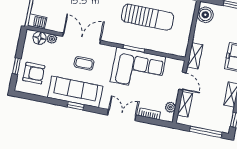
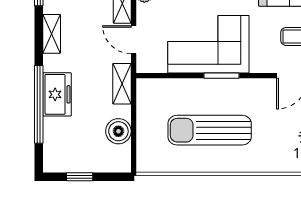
boiler: (205, 15) -> (118, 131), moved

